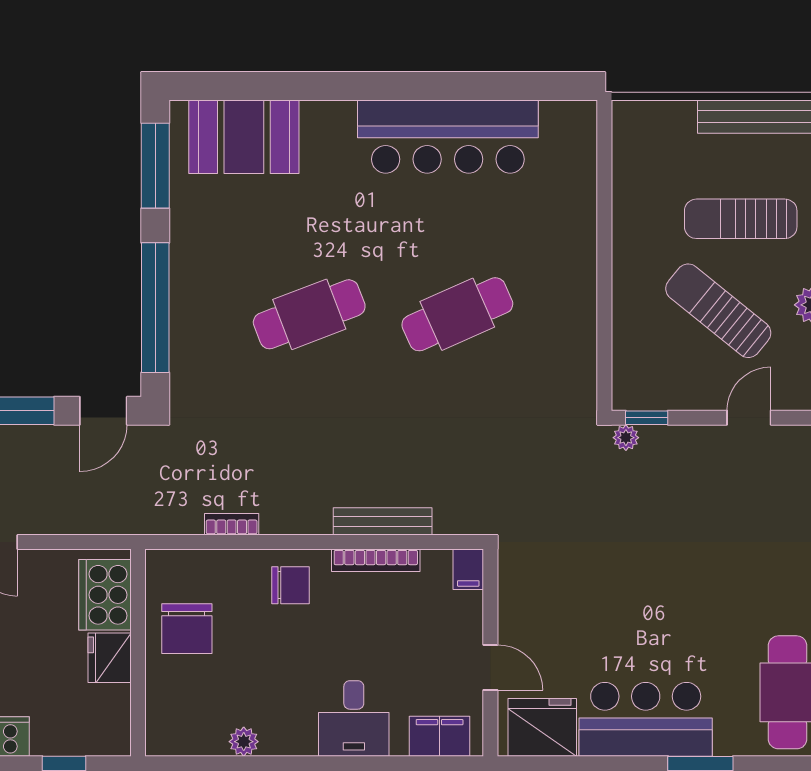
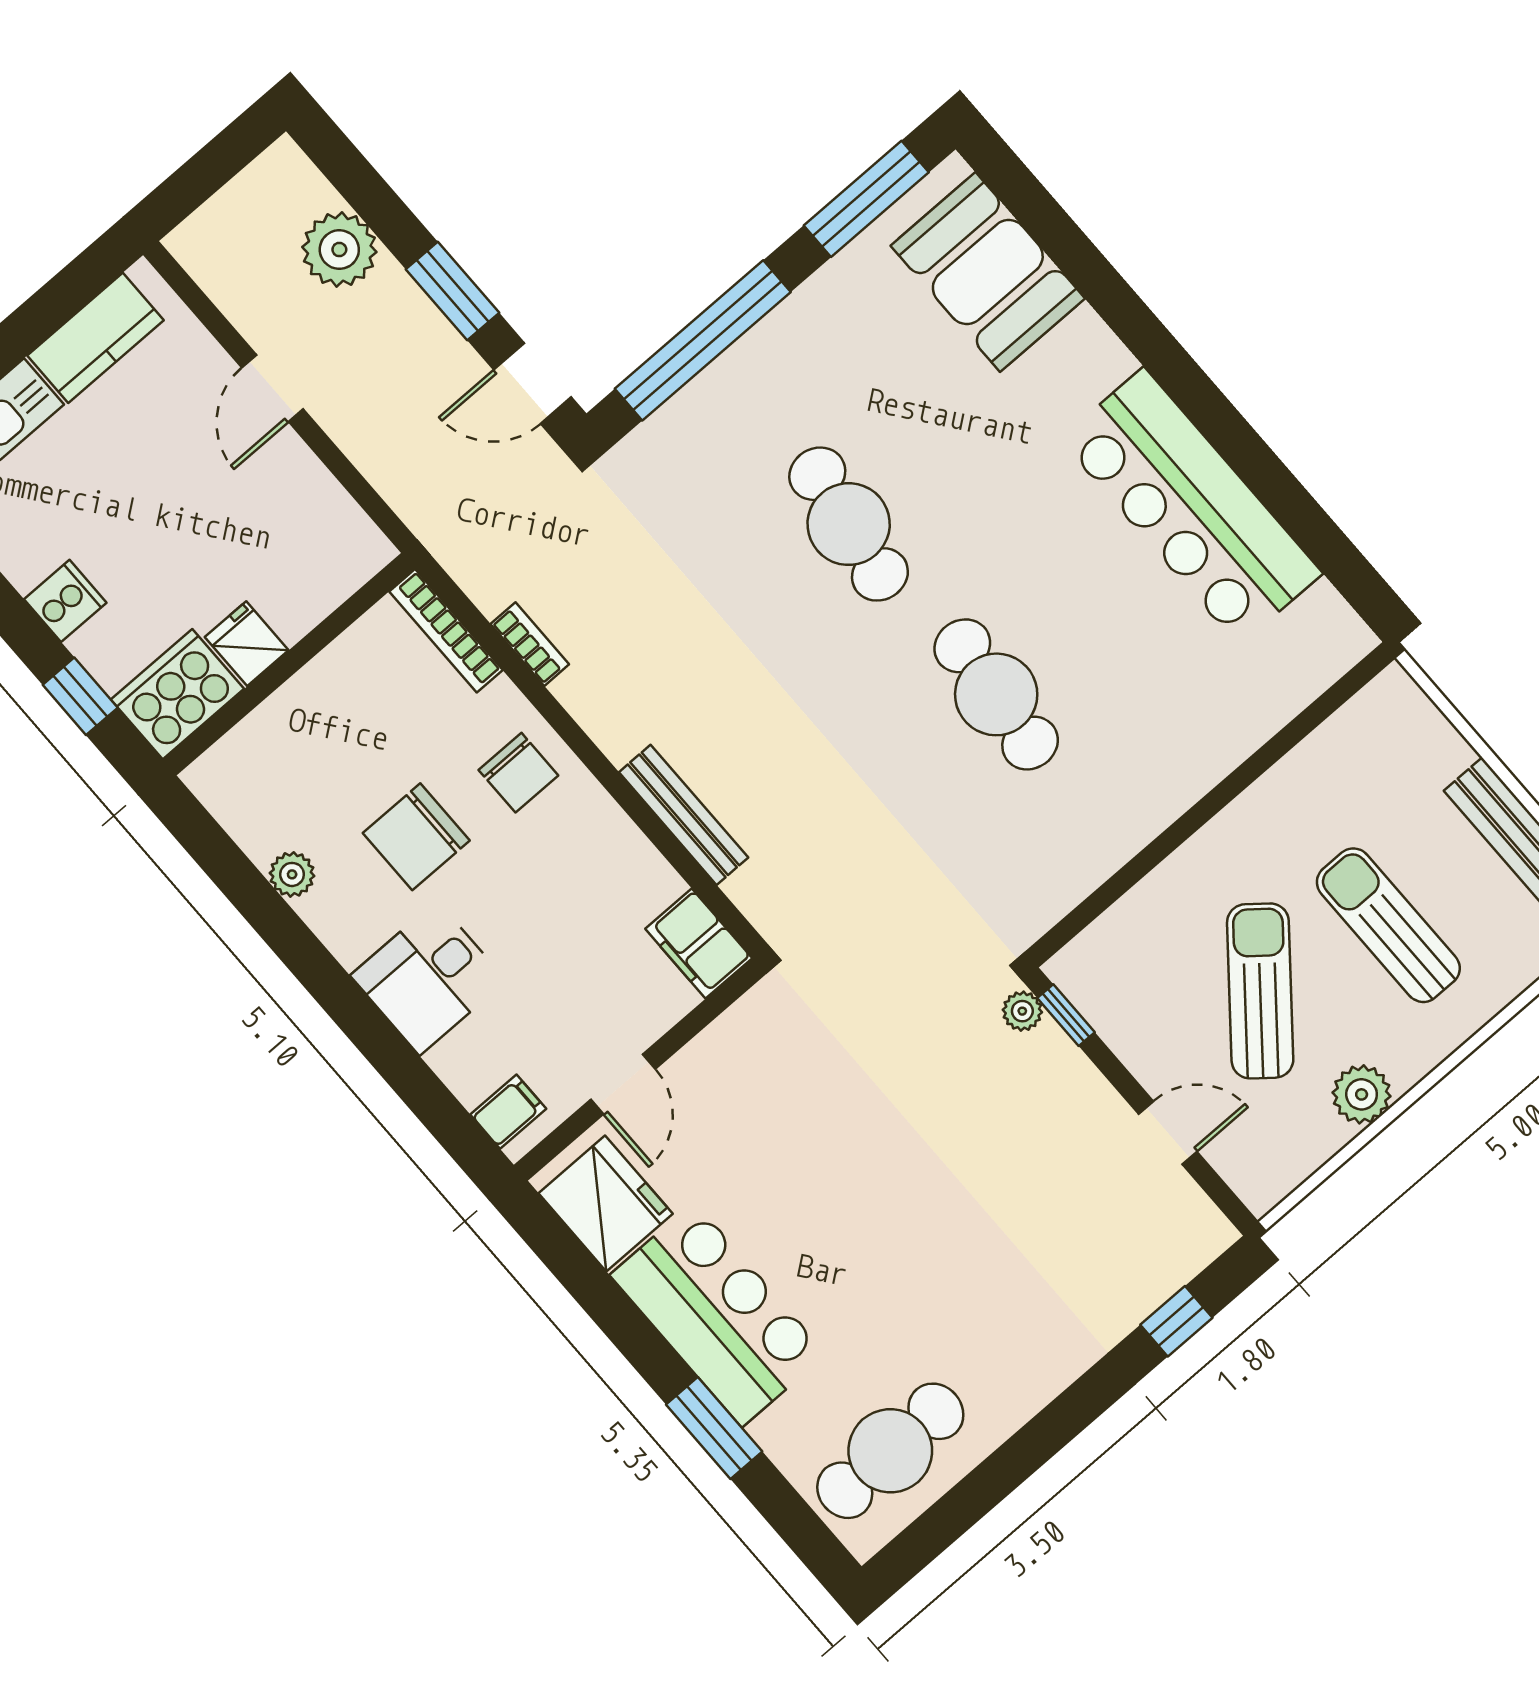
cafe table: (309, 314) -> (849, 524), turned 30
cafe table: (457, 314) -> (996, 694), turned 30
bookcase: (376, 560) -> (446, 631), moved
filing cabinet: (468, 569) -> (699, 943), width x2.00
cooker: (105, 595) -> (177, 694), moved
chair: (187, 629) -> (416, 837), moved
fridge: (110, 658) -> (247, 644), width x0.72
filing cabinet: (440, 736) -> (508, 1112), width x0.50

